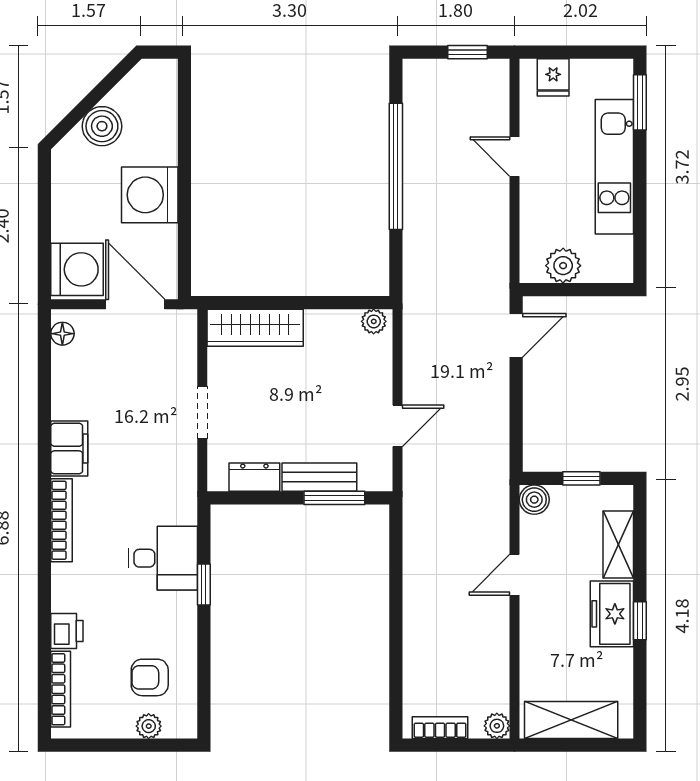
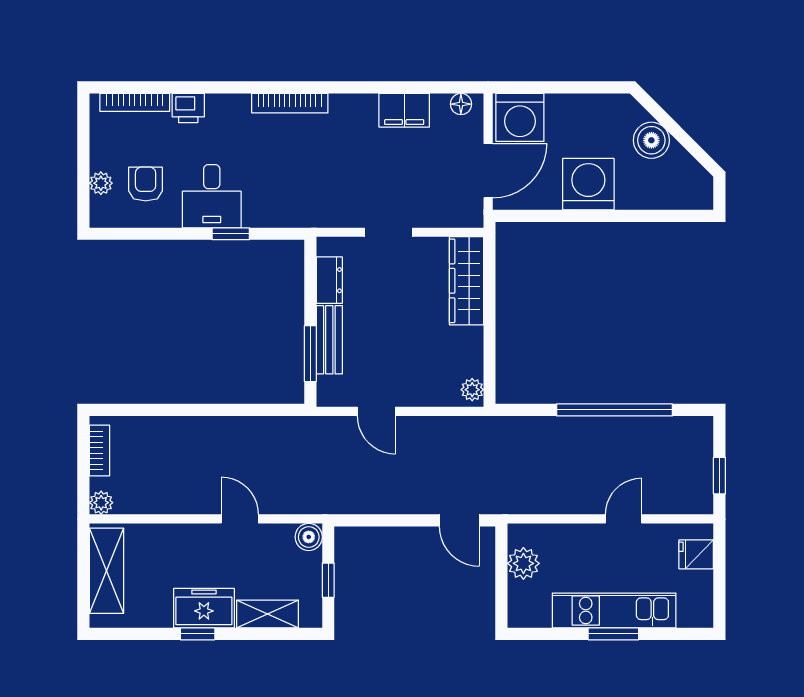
window: (640, 102) -> (613, 634), moved
filing cabinet: (69, 449) -> (404, 110), moved
desk: (163, 558) -> (212, 196), moved

